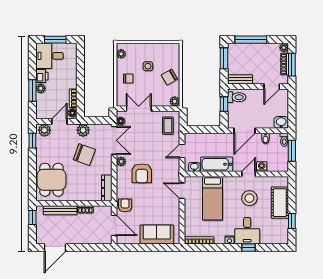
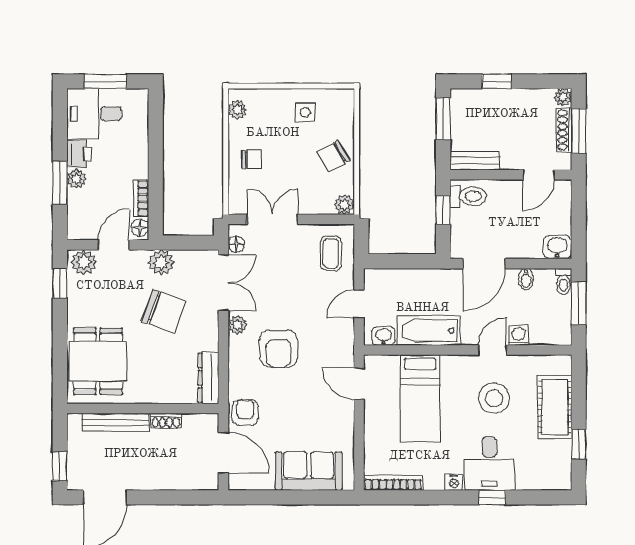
window: (251, 40) -> (497, 81), width x0.46
side table: (148, 66) -> (305, 112), moved
window: (32, 218) -> (60, 466), moved

